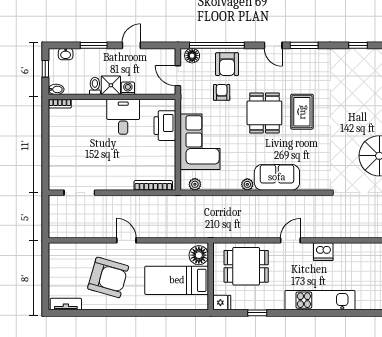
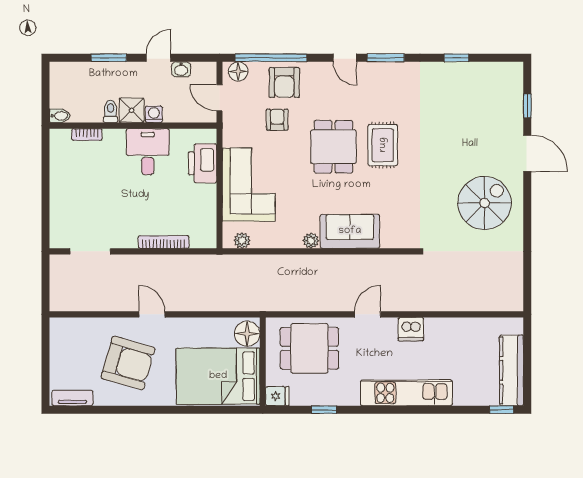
washbasin: (66, 54) -> (181, 69), moved
window: (45, 69) -> (46, 89), removed
bookcase: (60, 104) -> (87, 135), moved
bookcase: (153, 185) -> (164, 242), moved
bed: (177, 280) -> (218, 376), width x1.50

